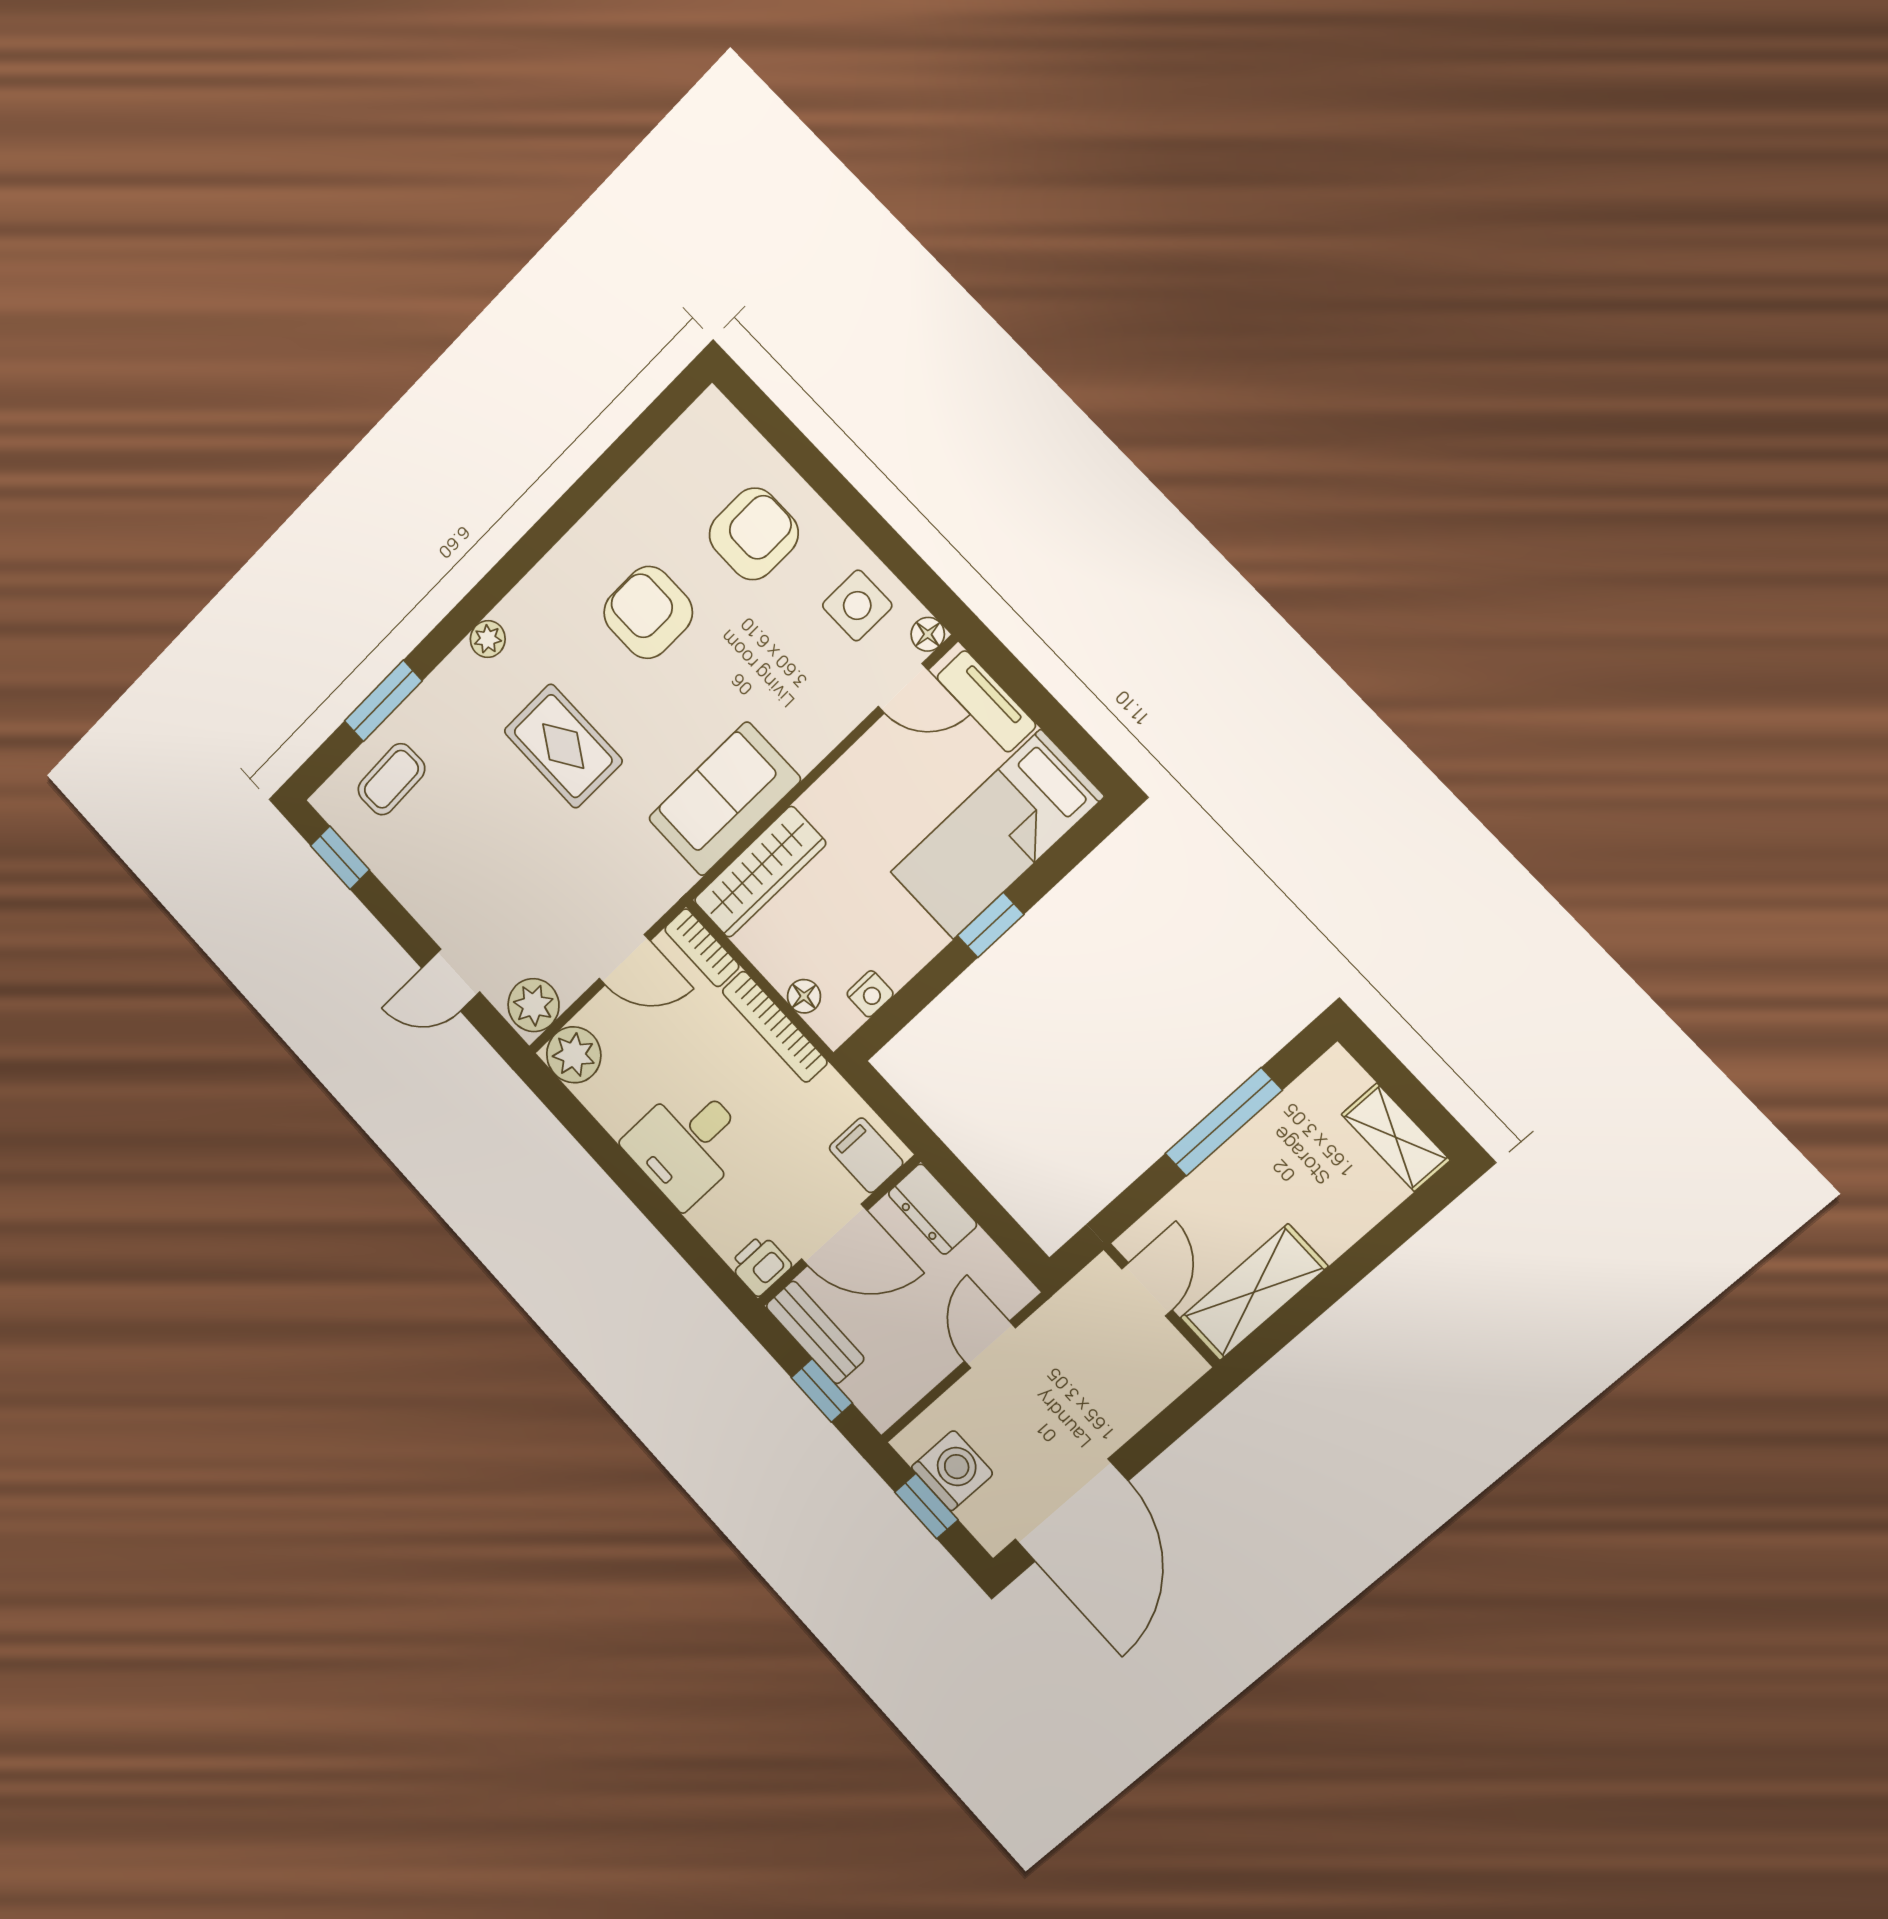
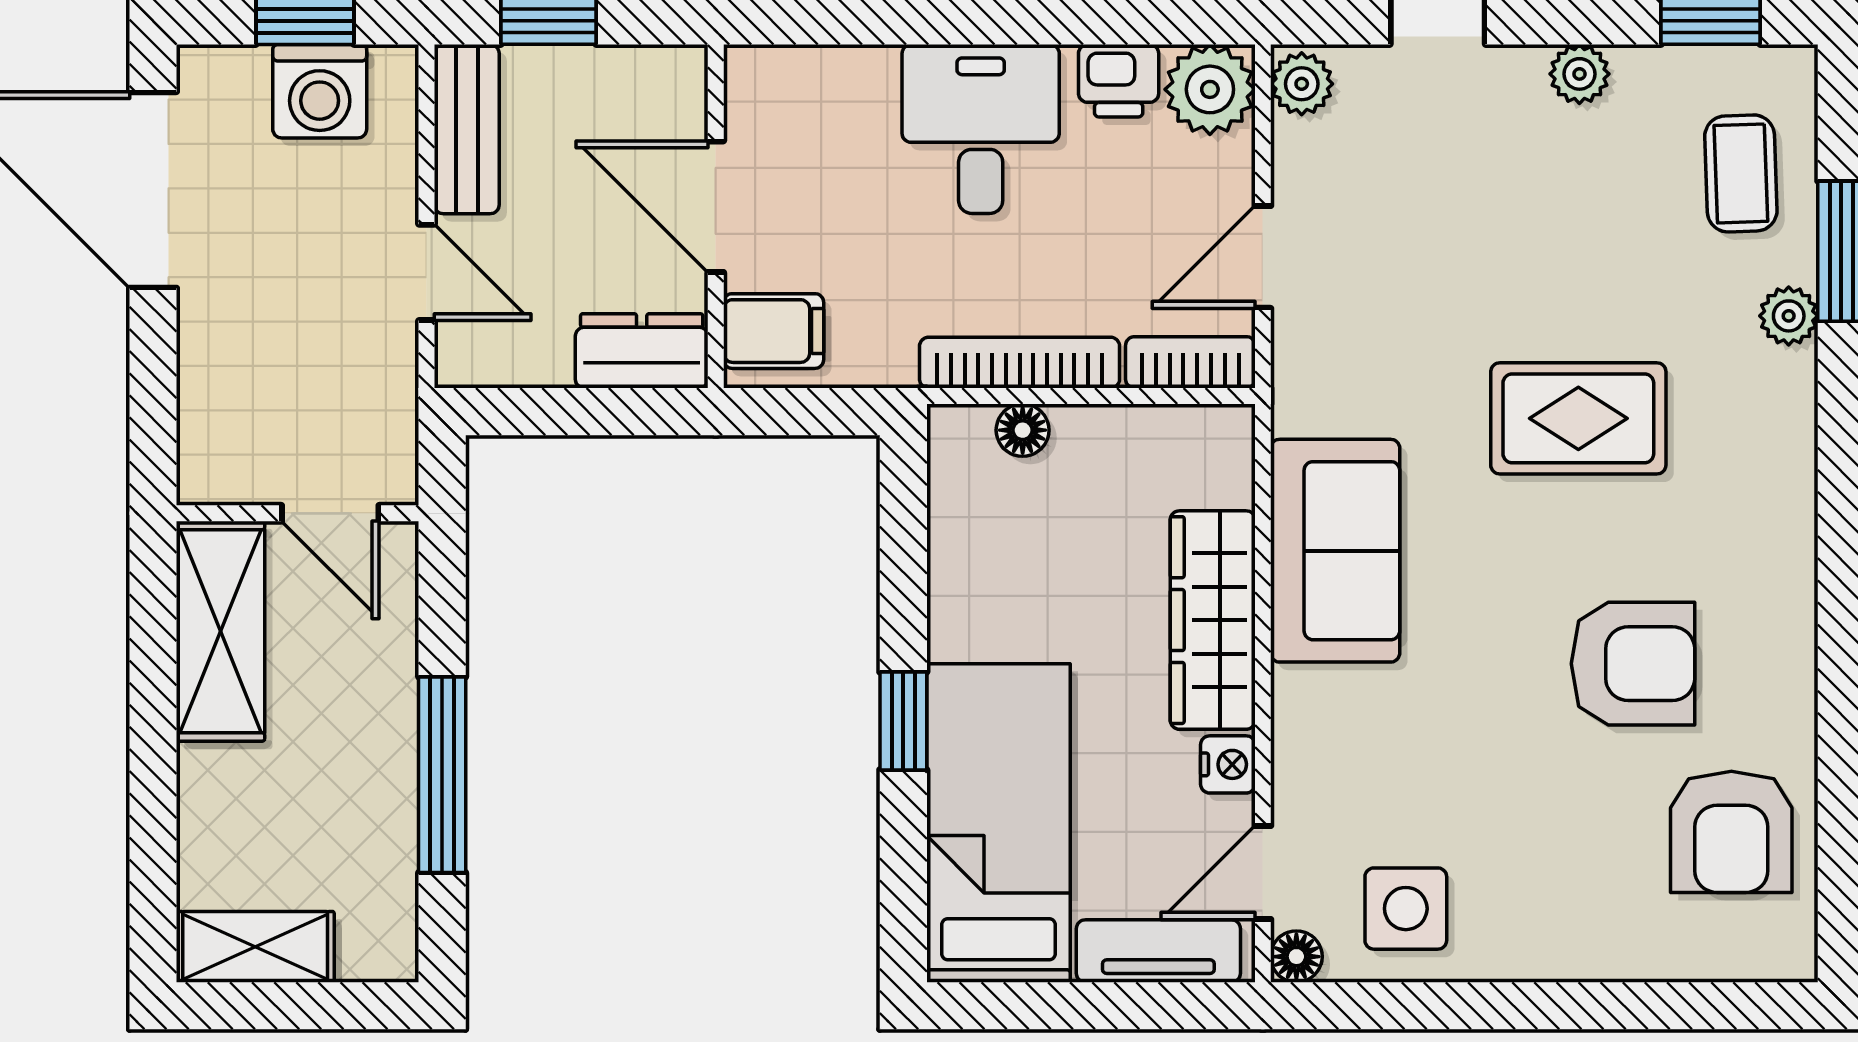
armchair: (754, 534) -> (1731, 832), moved
plant: (488, 639) -> (1789, 316), moved
wardrobe: (760, 872) -> (1213, 620), moved
plant: (415, 894) -> (1579, 74), added
nightstand: (870, 994) -> (1228, 764), moved, turned 180
plant: (534, 1005) -> (1302, 84), width x0.73, depth x0.73
door: (834, 1235) -> (716, 207), hinge flipped
printer: (760, 1265) -> (1119, 81), moved, turned 90
bench: (815, 1332) -> (467, 129), moved, turned 90

